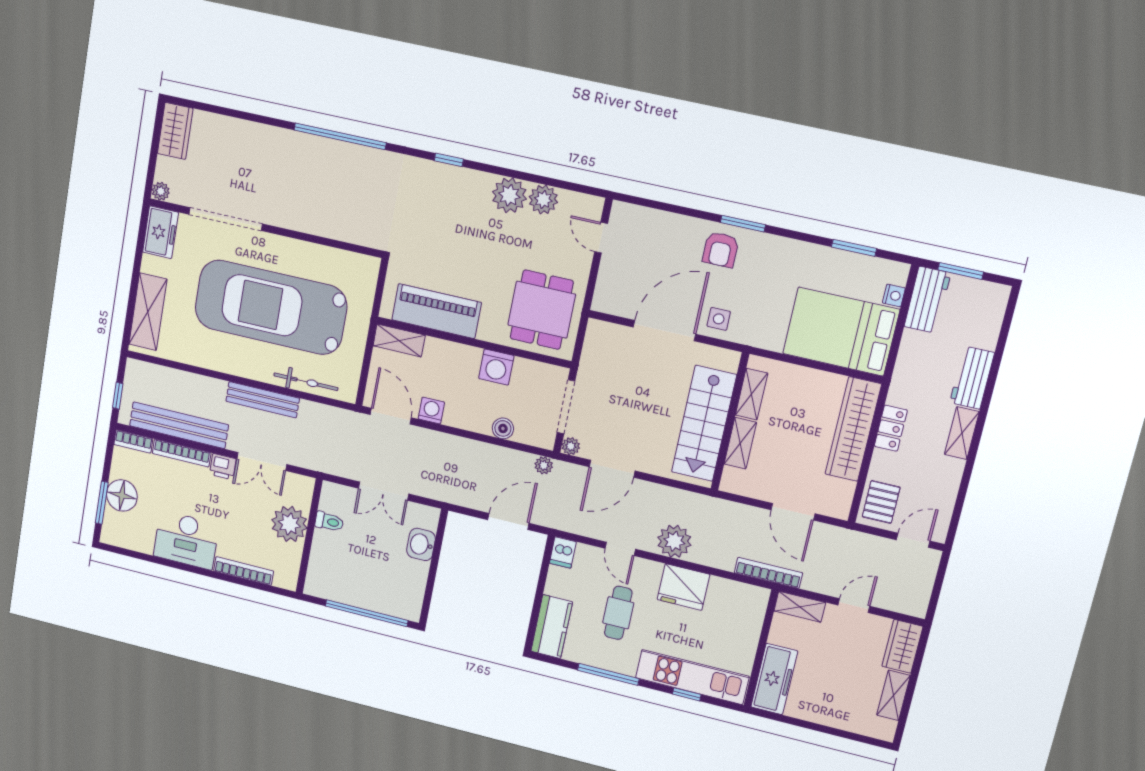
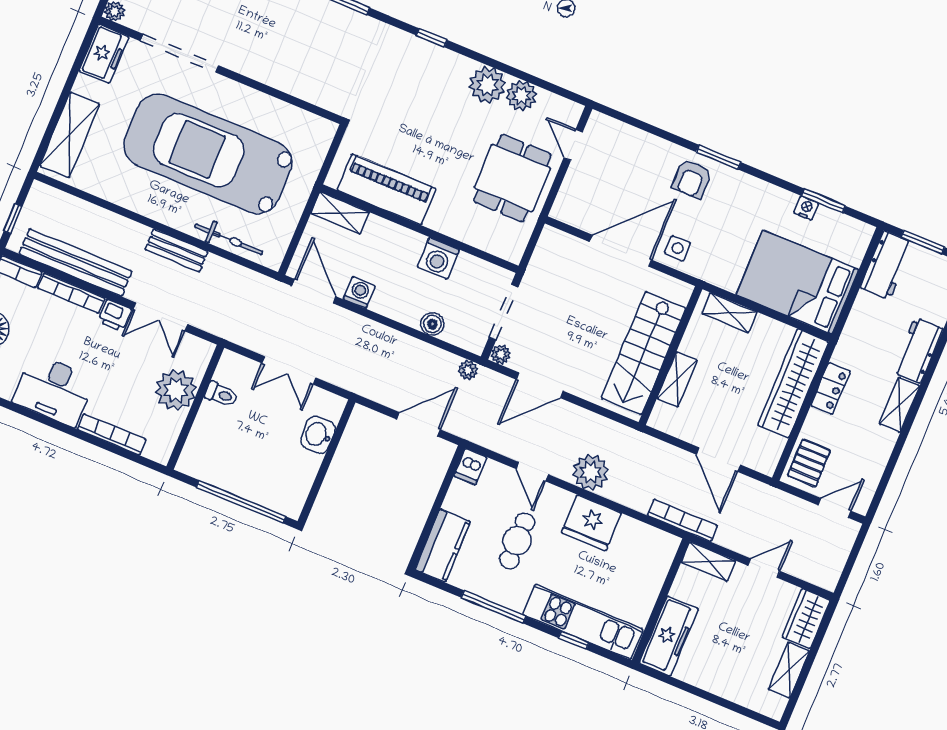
nightstand: (894, 295) -> (806, 208), moved, turned -90
dining table: (542, 310) -> (512, 178), moved
shelving: (752, 394) -> (729, 313), moved, turned 90
bench: (263, 400) -> (176, 250), width x0.73

